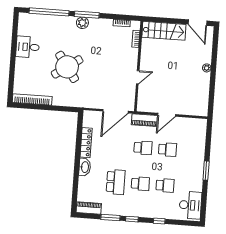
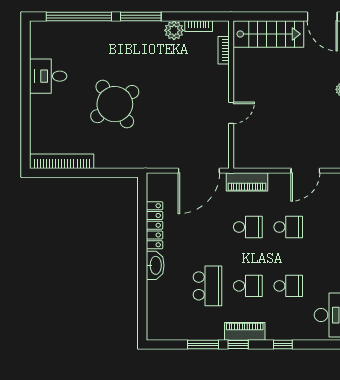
plant: (82, 23) -> (174, 30), moved
door: (167, 115) -> (305, 171), moved
piano: (89, 208) -> (245, 331), moved

